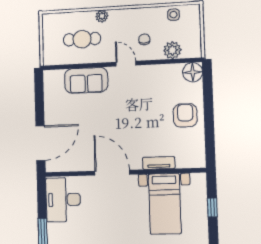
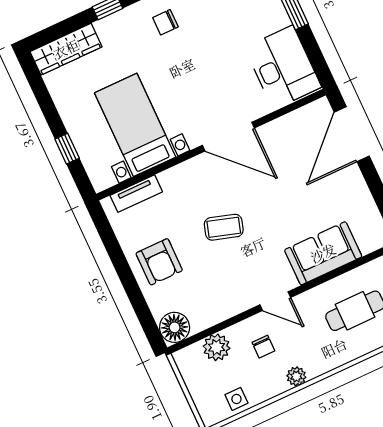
plant: (102, 16) -> (296, 376), moved
coffee table: (138, 120) -> (224, 227), added
tv unit: (159, 163) -> (136, 194), moved

